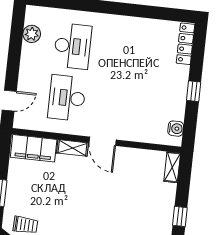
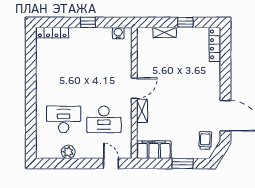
plant: (32, 34) -> (68, 152), moved
filing cabinet: (34, 148) -> (154, 150), moved, turned -90
shelving: (172, 167) -> (165, 32), moved

